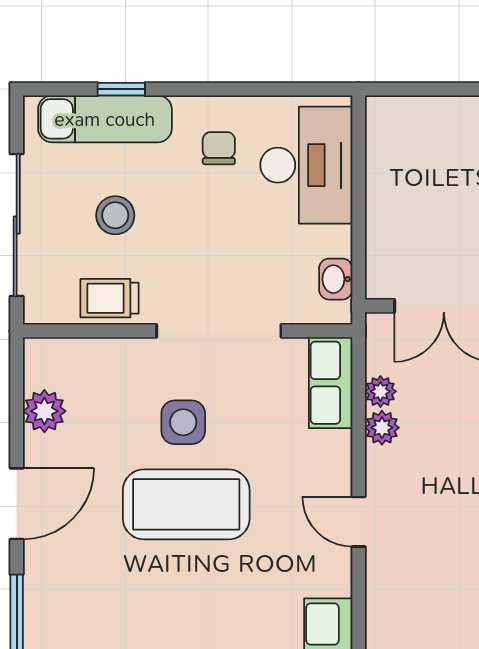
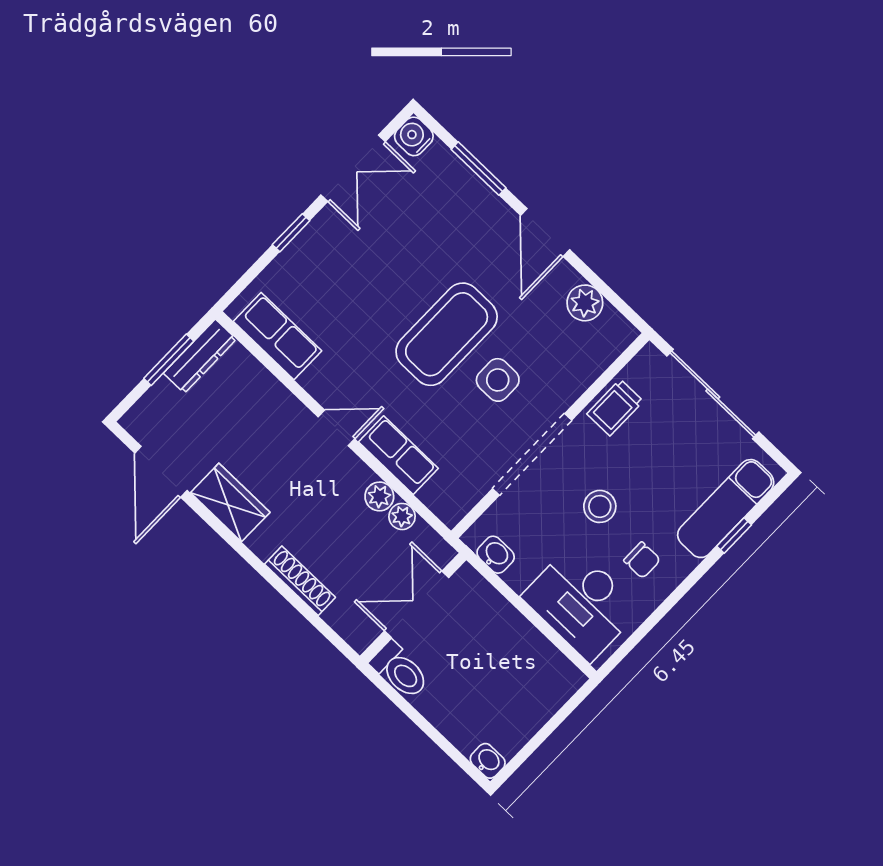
stool: (115, 215) -> (600, 506), moved
trolley: (110, 298) -> (615, 407), turned 180
row of seats: (331, 383) -> (398, 455), moved

